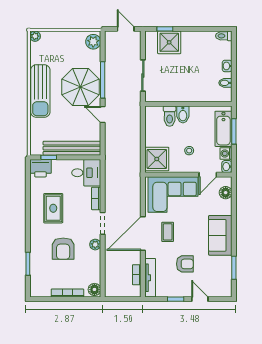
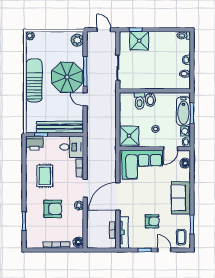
sun lounger: (40, 91) -> (34, 80), turned 180
coffee table: (168, 232) -> (181, 237), moved
armchair: (63, 249) -> (53, 209), turned -90

